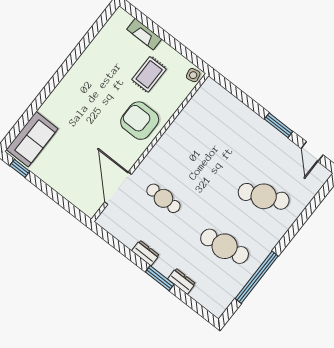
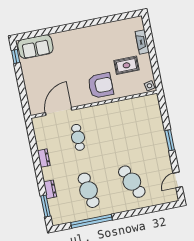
armchair: (140, 121) -> (101, 86), turned 90
window: (279, 125) -> (170, 140), moved
window: (160, 278) -> (46, 206), moved

